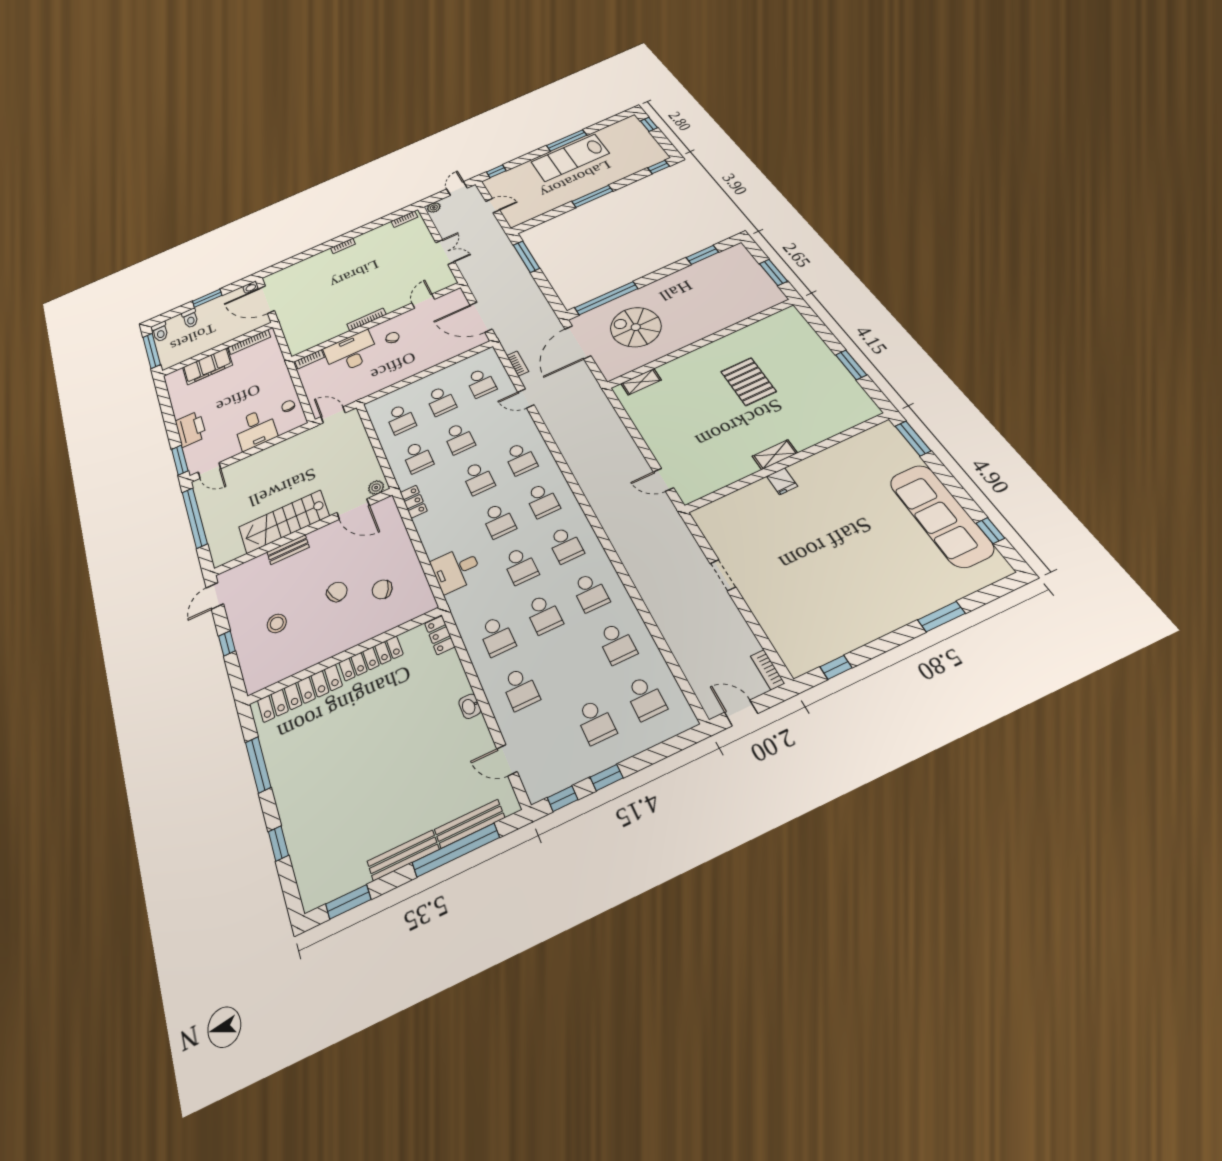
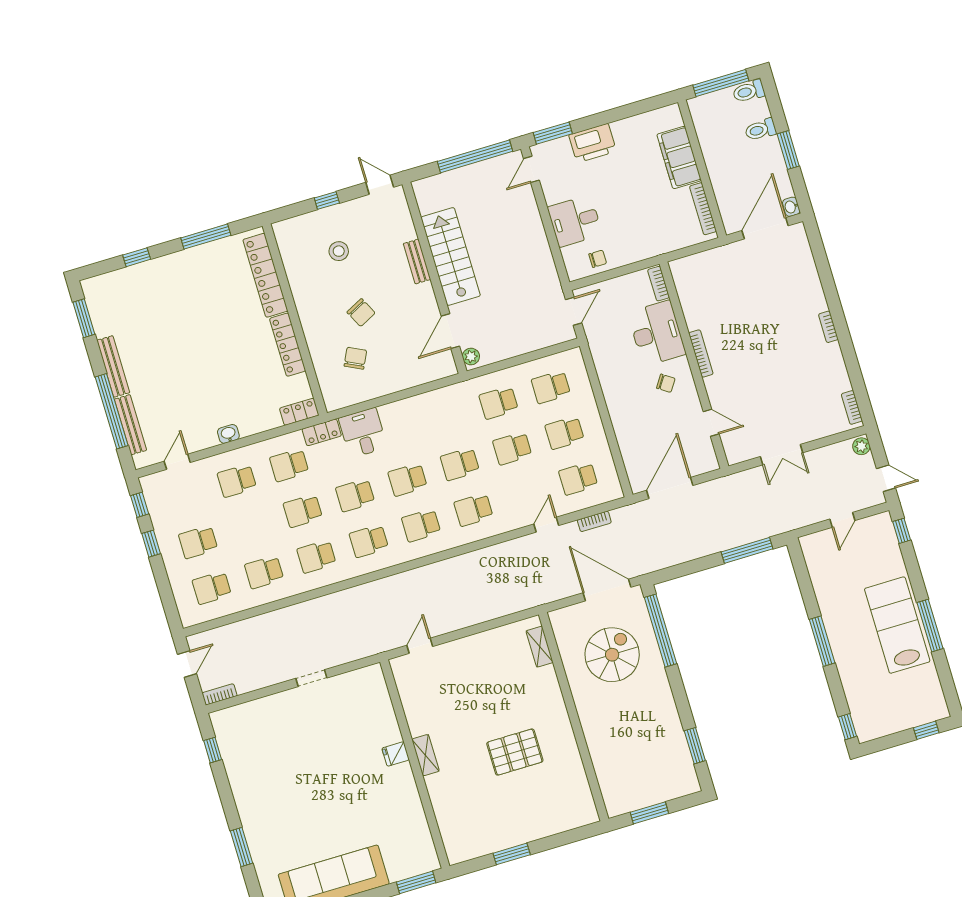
locker: (414, 502) -> (322, 432), moved

